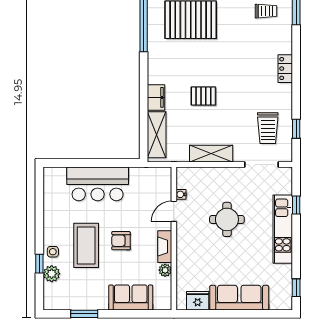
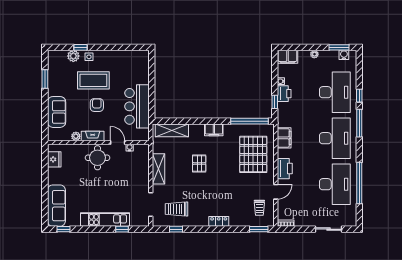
filing cabinet: (156, 97) -> (214, 130), moved
bar counter: (98, 184) -> (137, 106), moved
round table: (227, 219) -> (98, 158), moved
sofa: (239, 298) -> (56, 206), moved

